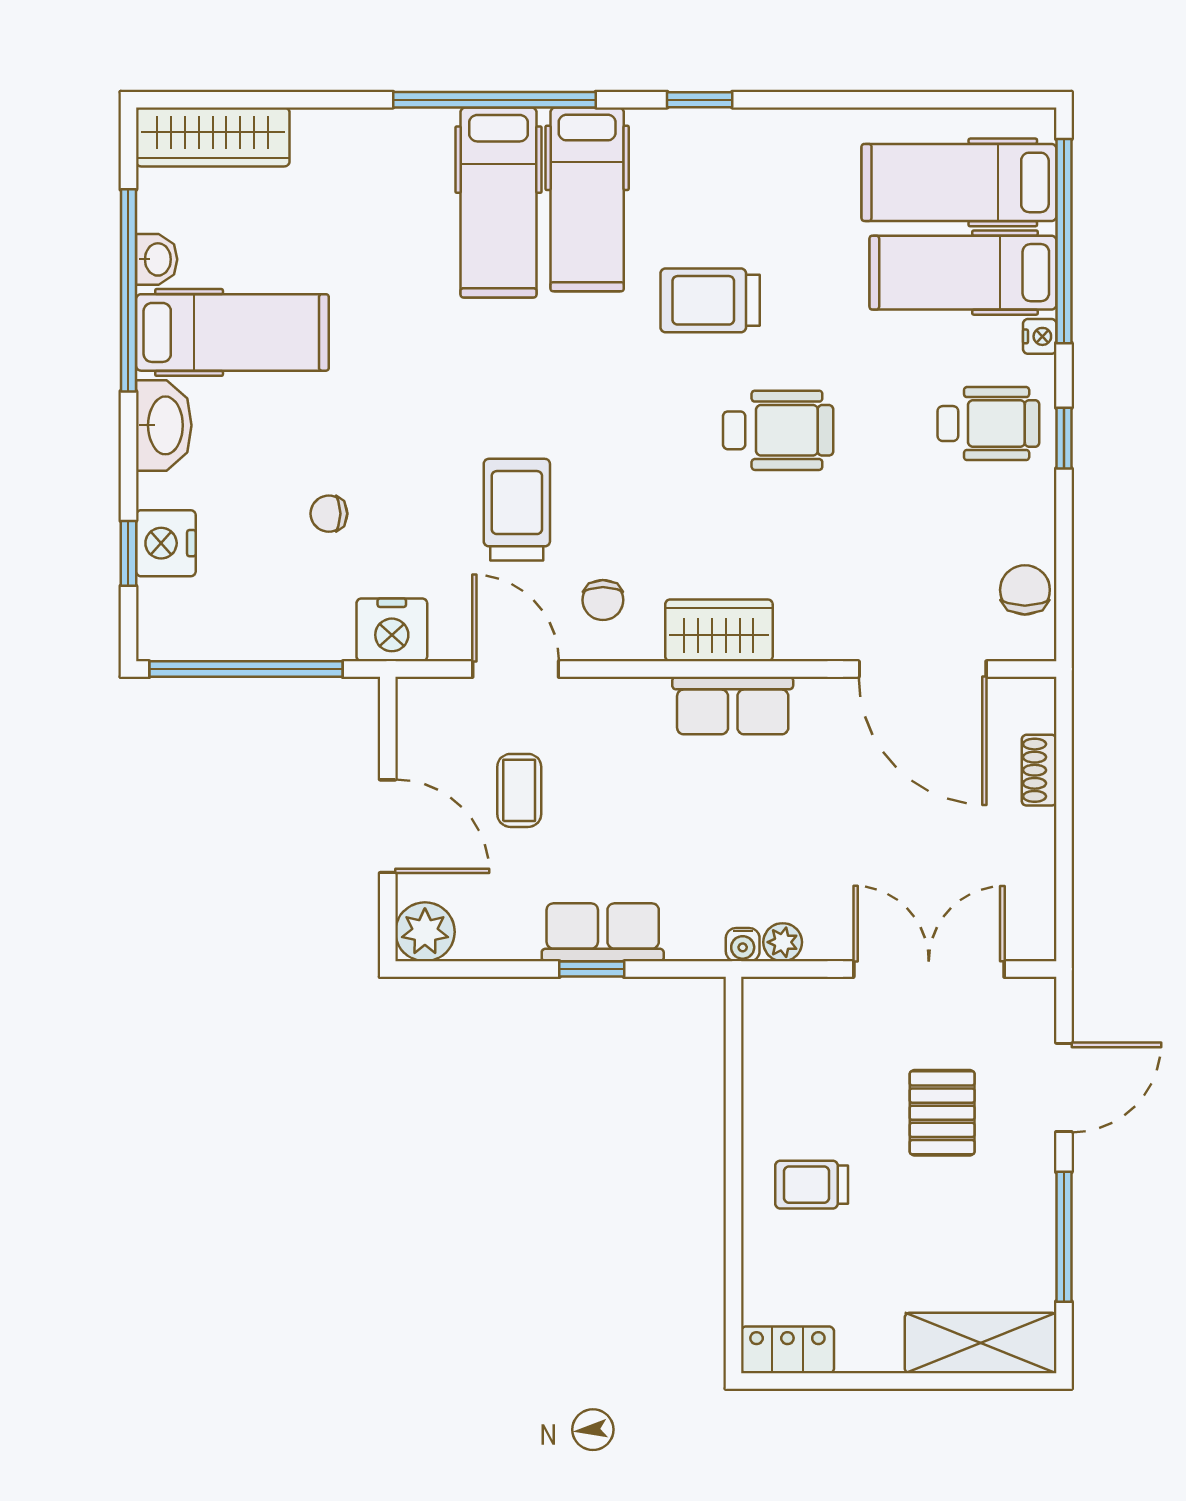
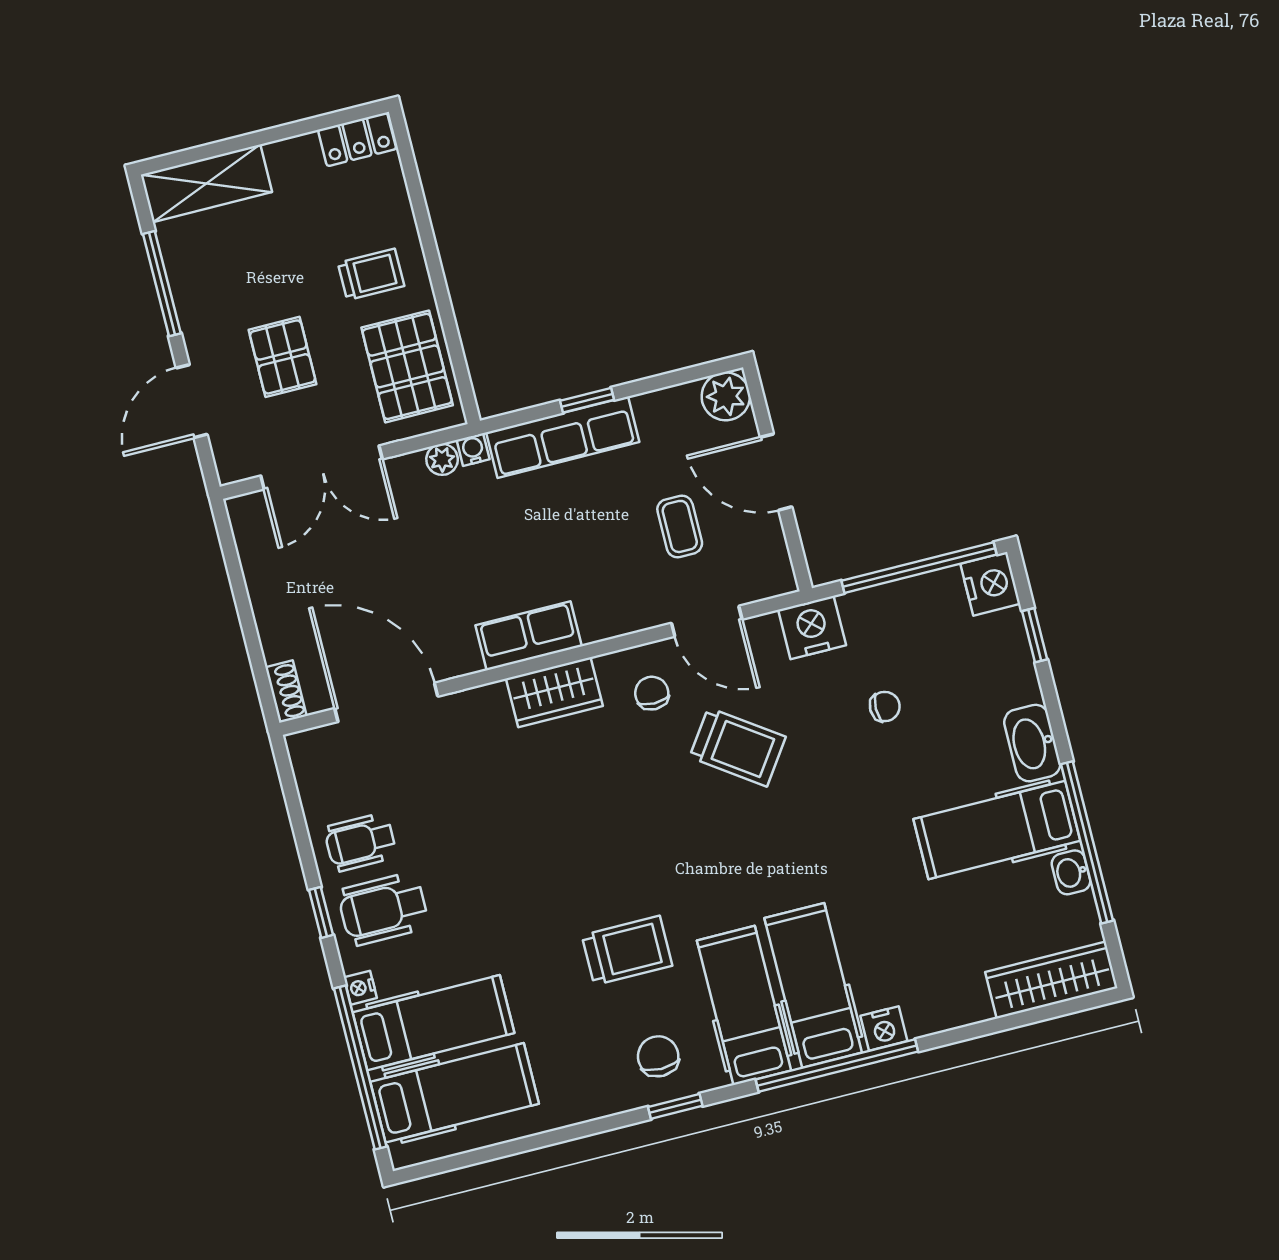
nightstand: (427, 130) -> (884, 1028), added
wheelchair: (778, 430) -> (360, 842), moved, width x0.73, depth x0.73
trolley: (517, 510) -> (738, 747), turned -55
nightstand: (166, 543) -> (990, 584), moved
chair: (1025, 590) -> (658, 1056), moved, turned 180
shoe rack: (1039, 770) -> (286, 692), moved
row of seats: (603, 932) -> (563, 437), width x1.48
pallet: (796, 1064) -> (407, 366), added

